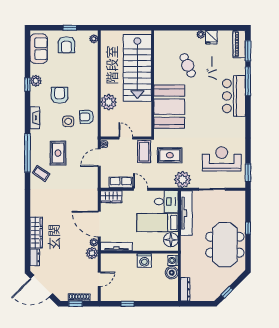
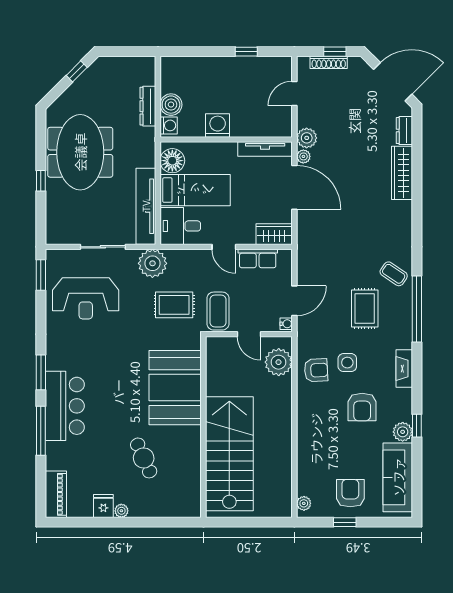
sofa: (39, 49) -> (398, 477), width x1.36
window: (248, 51) -> (41, 372), moved
plant: (109, 102) -> (279, 362), moved
dresser: (185, 289) -> (148, 106), moved

